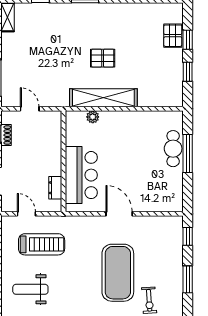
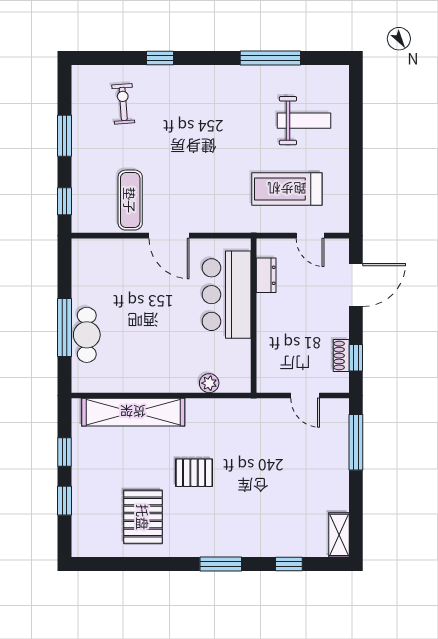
pallet: (173, 36) -> (143, 517), moved, width x1.50, depth x1.42
shelving: (103, 98) -> (133, 412), moved
exercise mat: (118, 273) -> (130, 200), moved, width x0.50, depth x0.69

